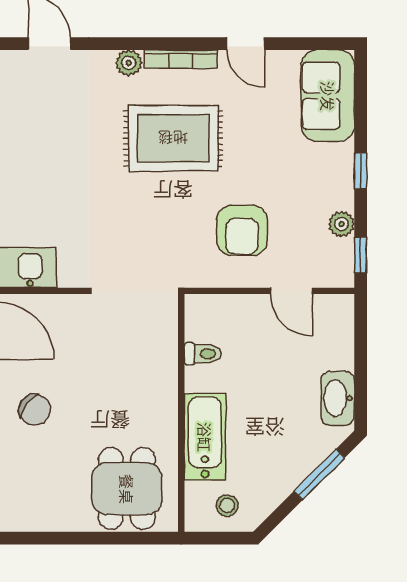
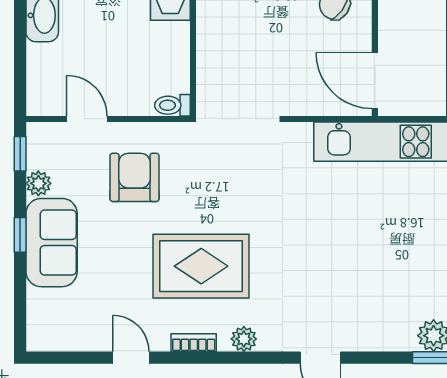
bookcase: (181, 59) -> (194, 343), width x0.64
sofa: (328, 96) -> (52, 243), moved
toilet: (203, 354) -> (172, 105), moved

